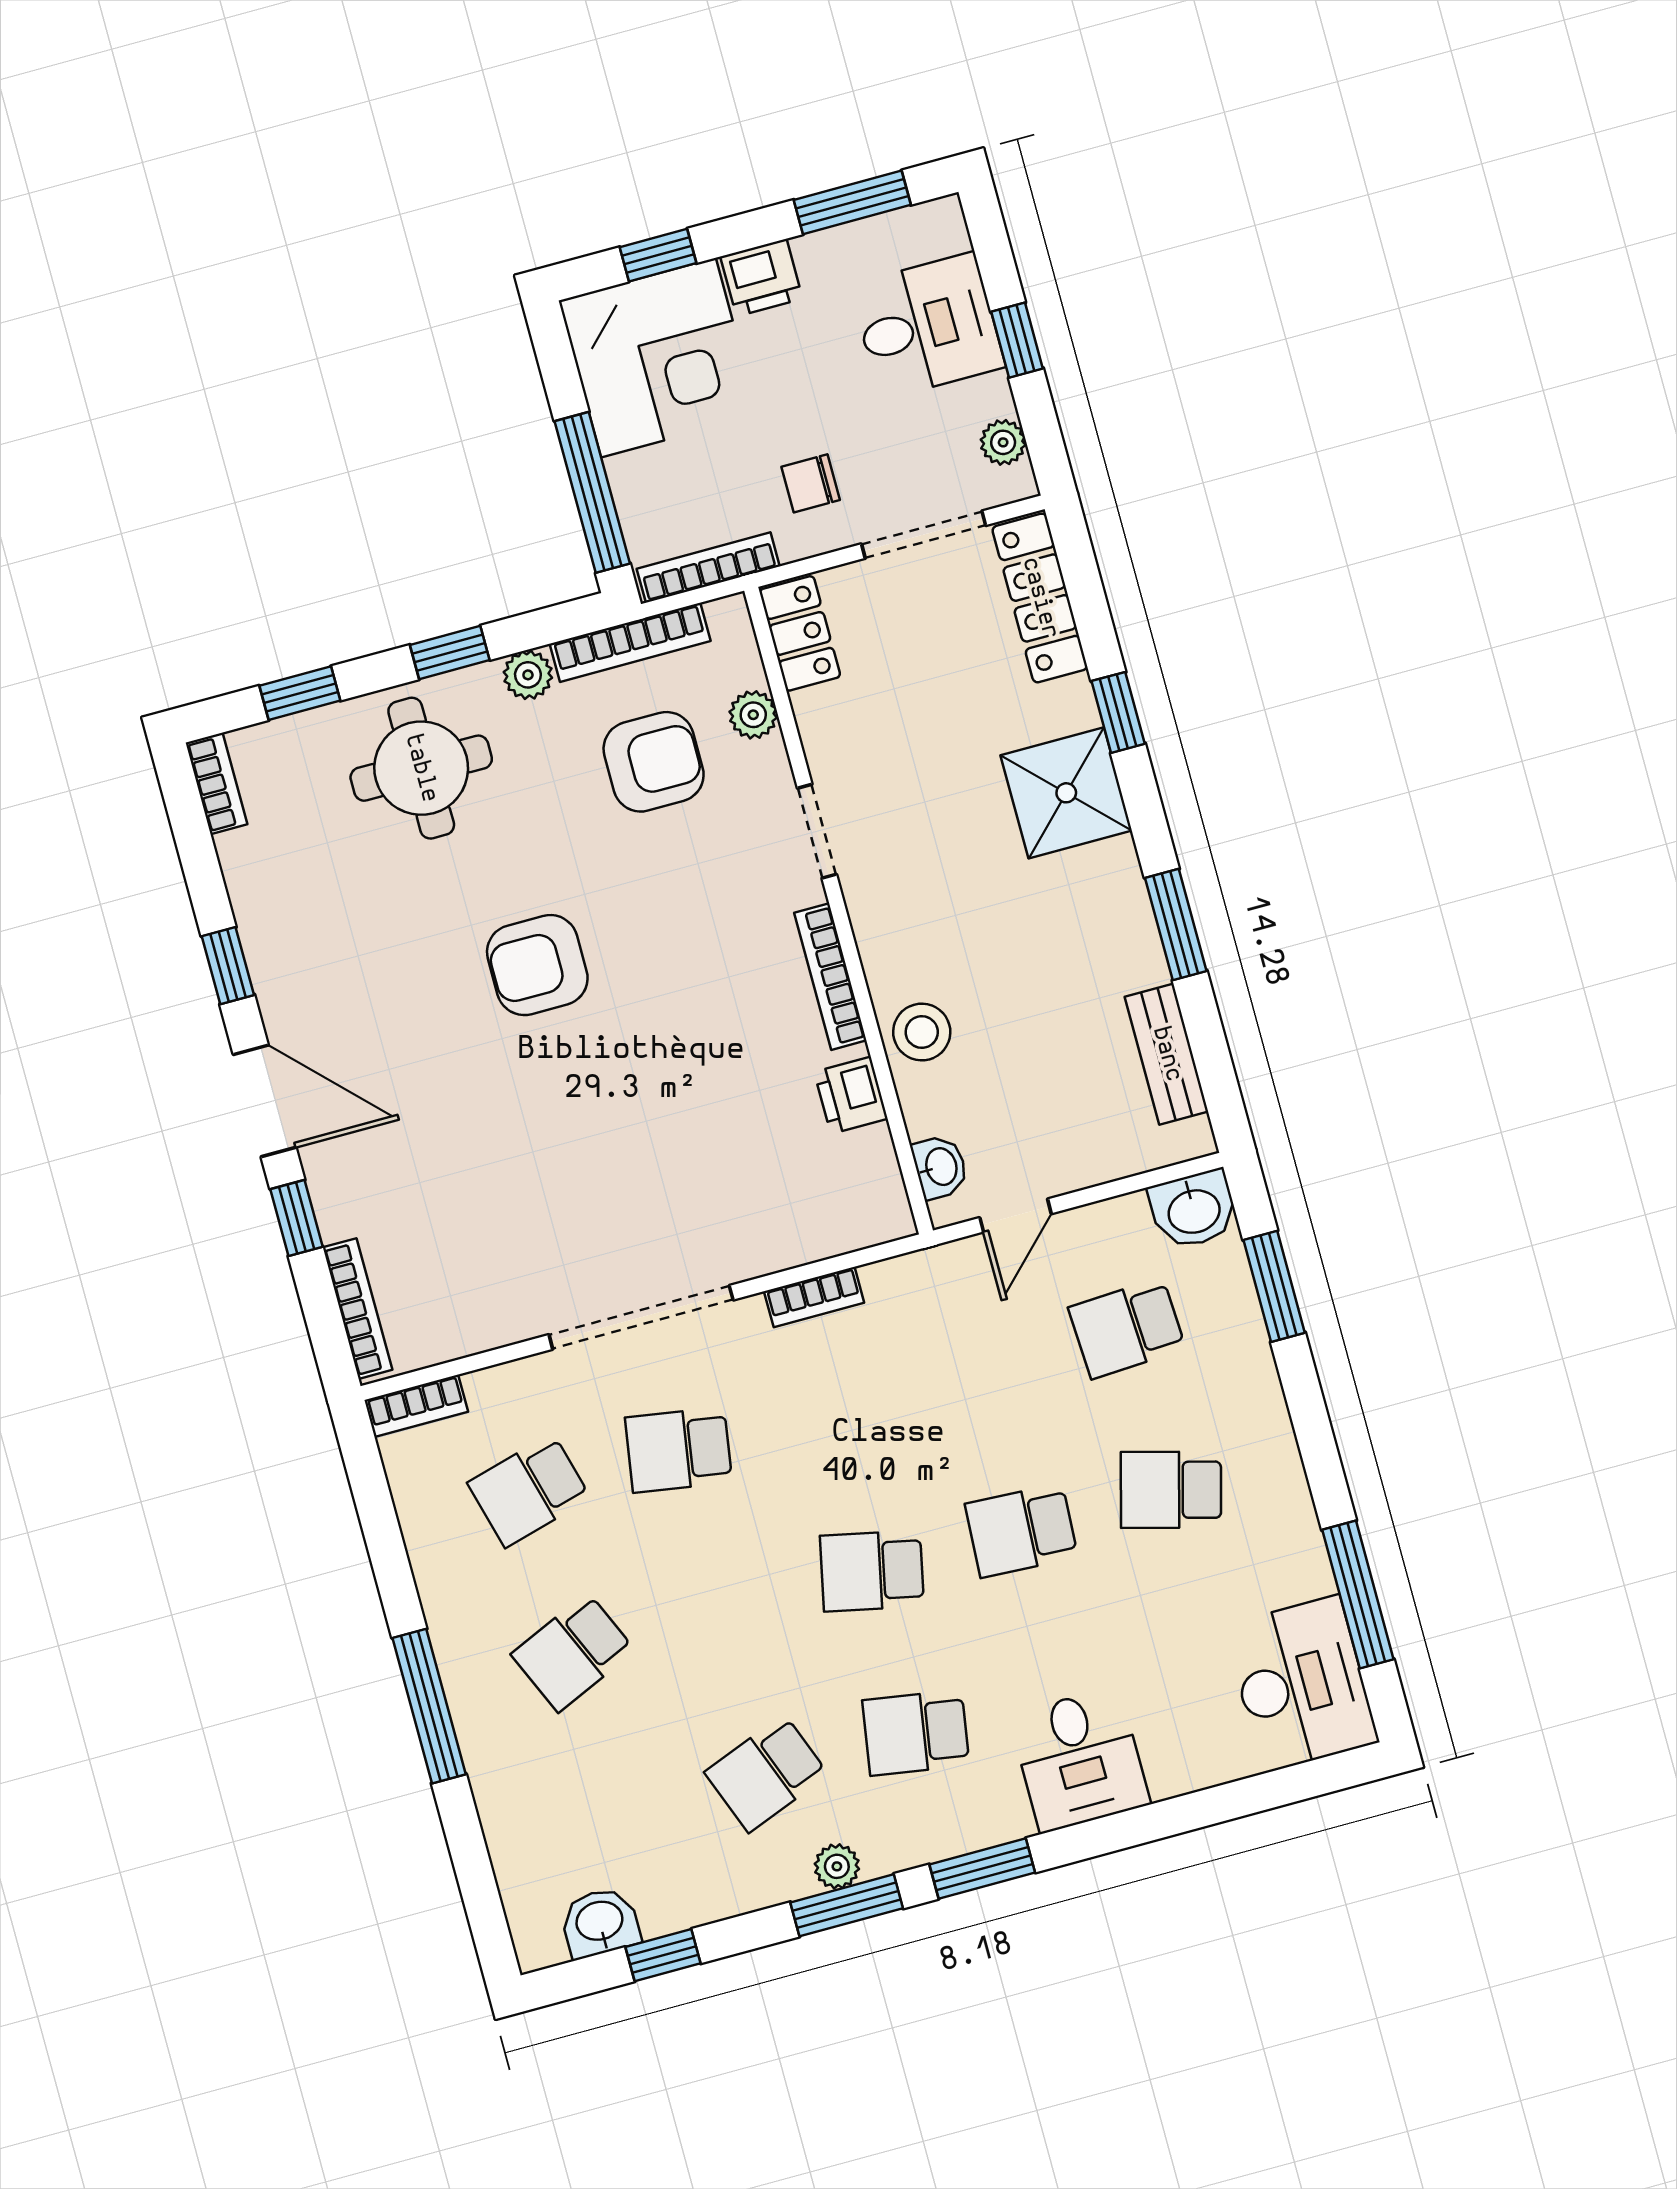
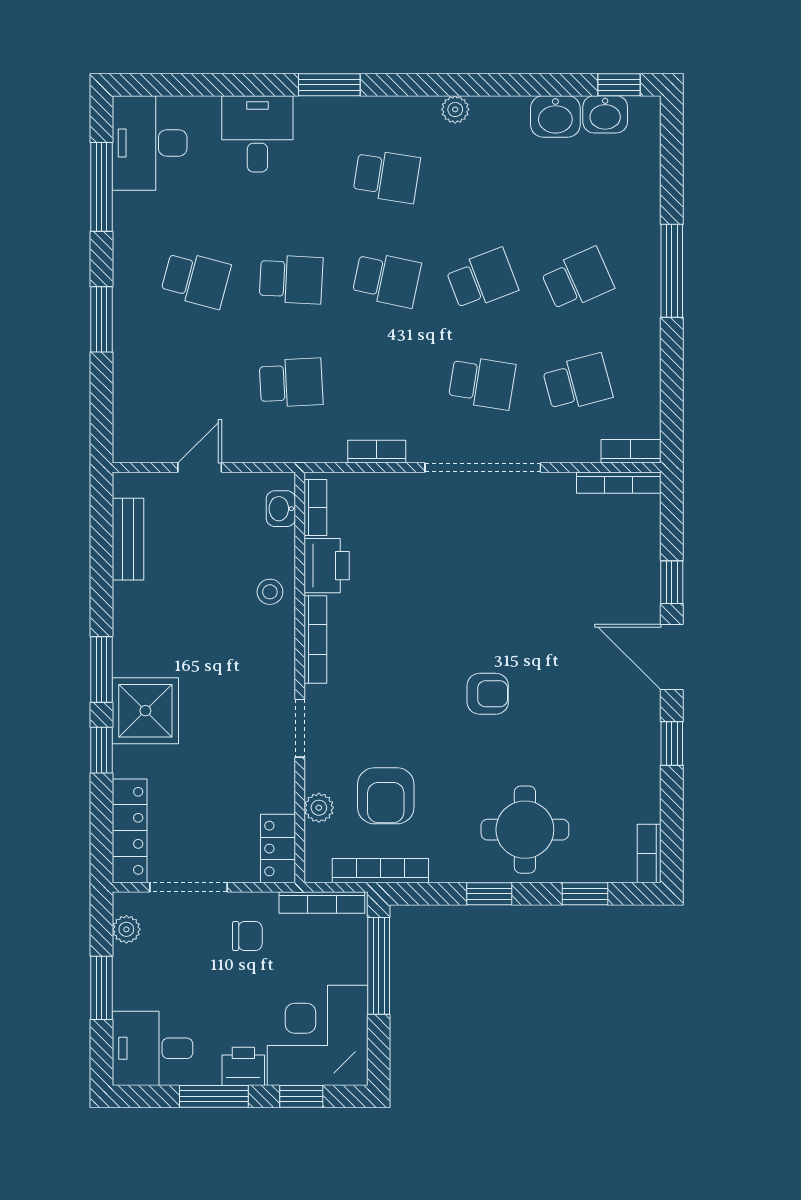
window: (852, 202) -> (214, 1096), moved
desk: (927, 326) -> (152, 1048), moved
window: (1017, 340) -> (101, 988), width x1.50
plant: (528, 675) -> (446, 868), removed
armchair: (654, 762) -> (386, 796), turned -90
window: (1176, 924) -> (101, 669), moved
armchair: (537, 965) -> (488, 694), width x0.72, depth x0.72
stool: (922, 1032) -> (270, 592), width x0.73, depth x0.73
printer: (851, 1095) -> (327, 566), width x1.36, depth x1.24
bookcase: (887, 1183) -> (315, 507), added
washbasin: (1194, 1210) -> (555, 116), moved, turned 180
door: (1016, 1216) -> (200, 468), moved
window: (1274, 1286) -> (101, 319), moved
bookcase: (358, 1309) -> (619, 483), moved, turned -90
school desk: (1127, 1328) -> (291, 383), moved
desk: (1080, 1759) -> (257, 134), moved
school desk: (766, 1773) -> (482, 279), moved
window: (982, 1868) -> (329, 85), moved
window: (847, 1905) -> (456, 85), removed
window: (663, 1955) -> (619, 85), moved

